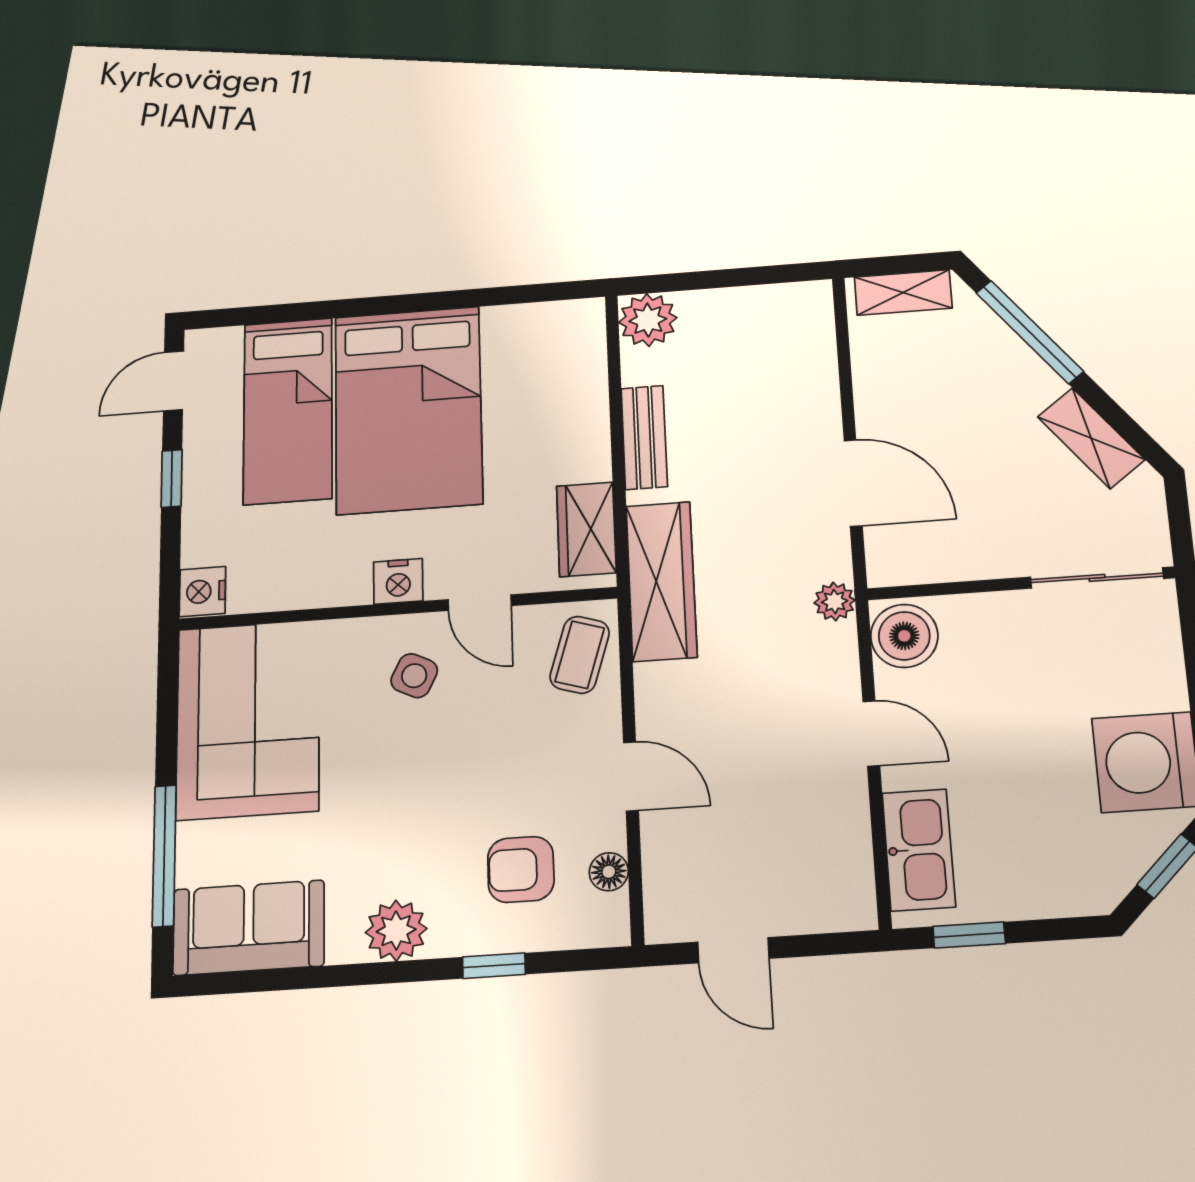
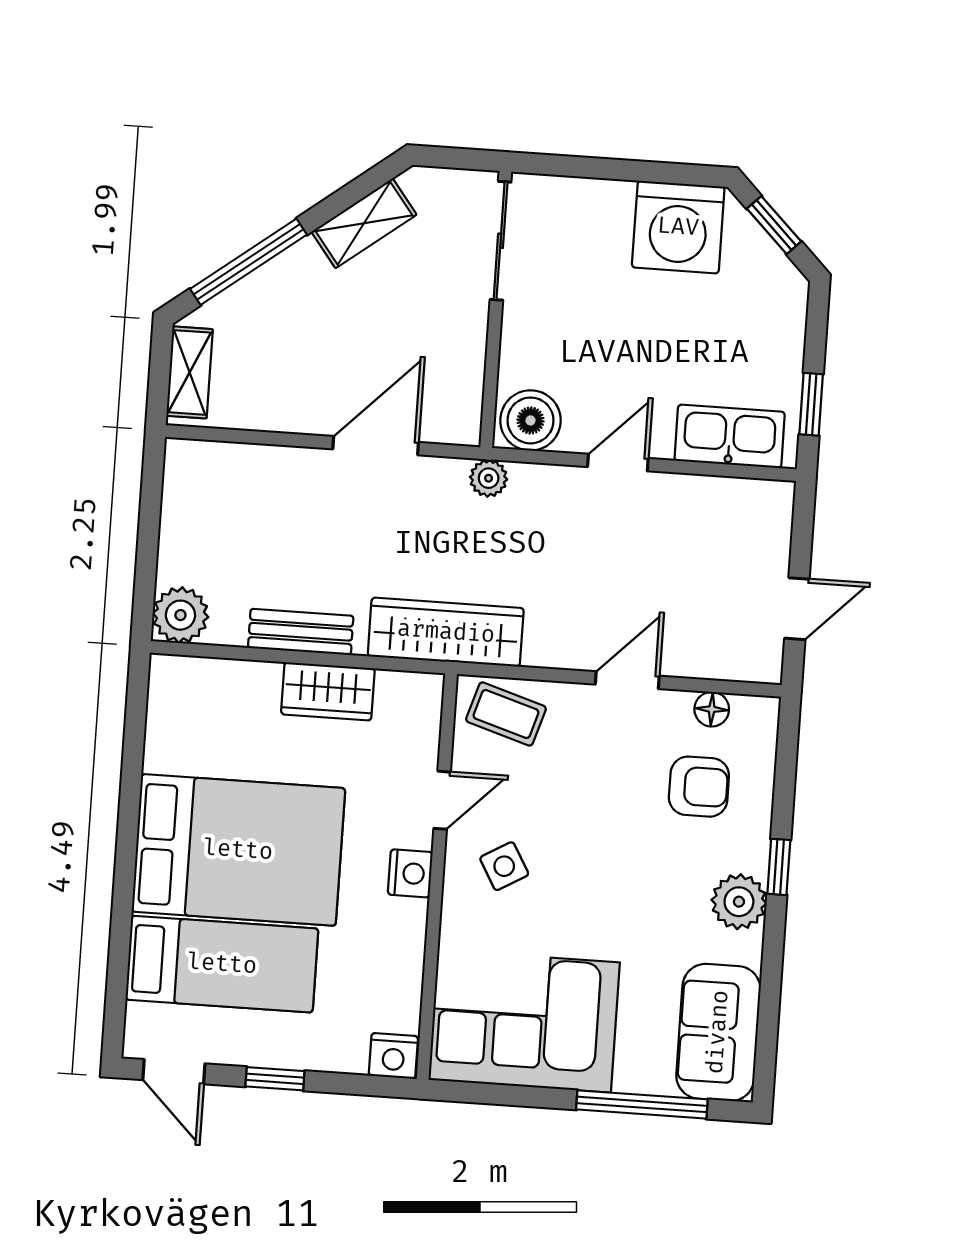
wardrobe: (586, 529) -> (328, 691), moved
side table: (414, 676) -> (504, 866), turned 34
armchair: (521, 869) -> (699, 787), turned -90
window: (494, 966) -> (779, 867), moved

